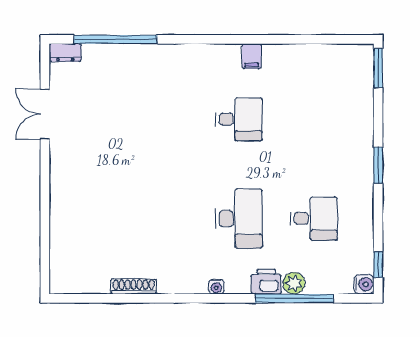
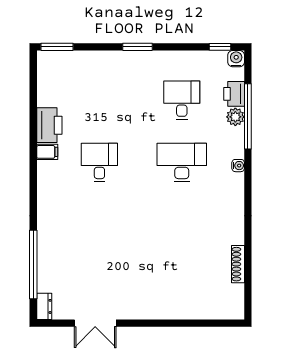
printer: (284, 59) -> (49, 125), added
printer: (266, 282) -> (234, 94), moved
shoe rack: (134, 286) -> (238, 264), moved
water cooler: (216, 287) -> (238, 166), moved

